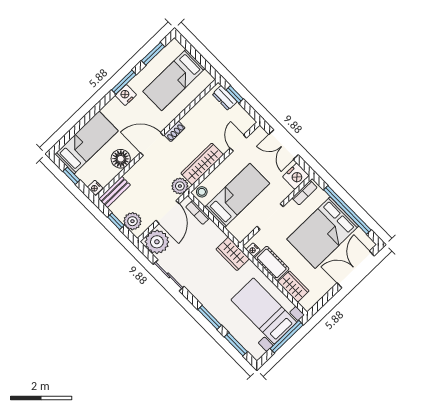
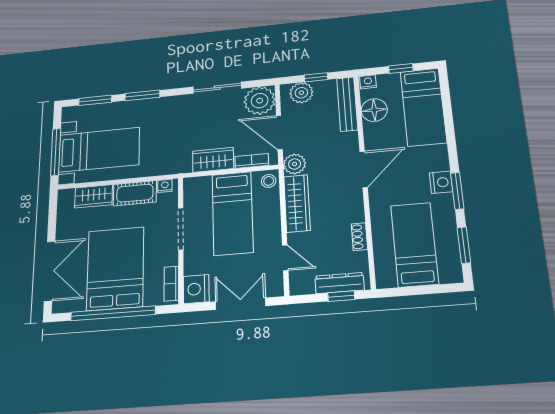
dresser: (225, 98) -> (340, 283), width x1.44
shoe rack: (175, 131) -> (359, 237), moved
floor lamp: (121, 159) -> (374, 110), moved
bench: (114, 192) -> (347, 104), width x1.36
wardrobe: (233, 254) -> (213, 160), moved

